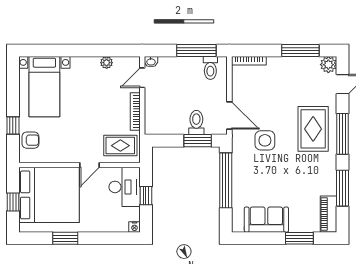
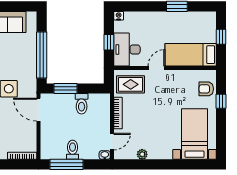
toilet: (210, 68) -> (73, 150), moved
toilet: (196, 122) -> (82, 104), moved
bed: (49, 195) -> (191, 55), width x0.49

